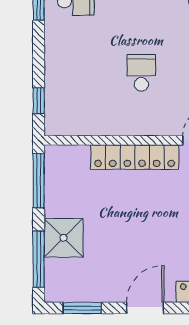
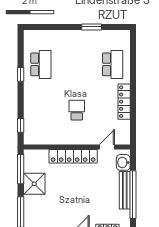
shower: (64, 238) -> (34, 184), moved

